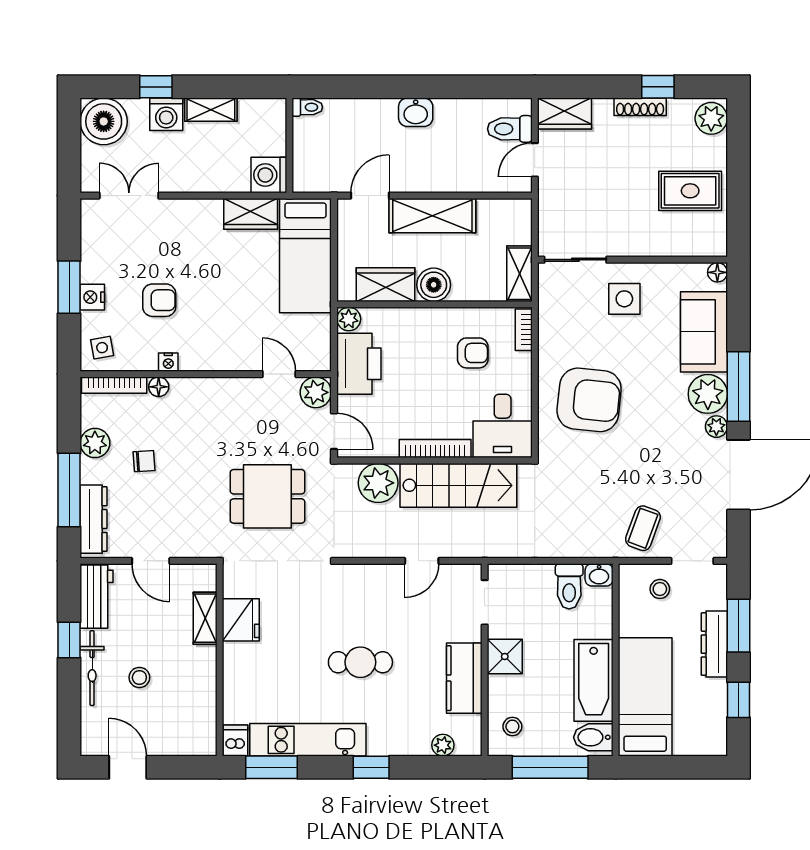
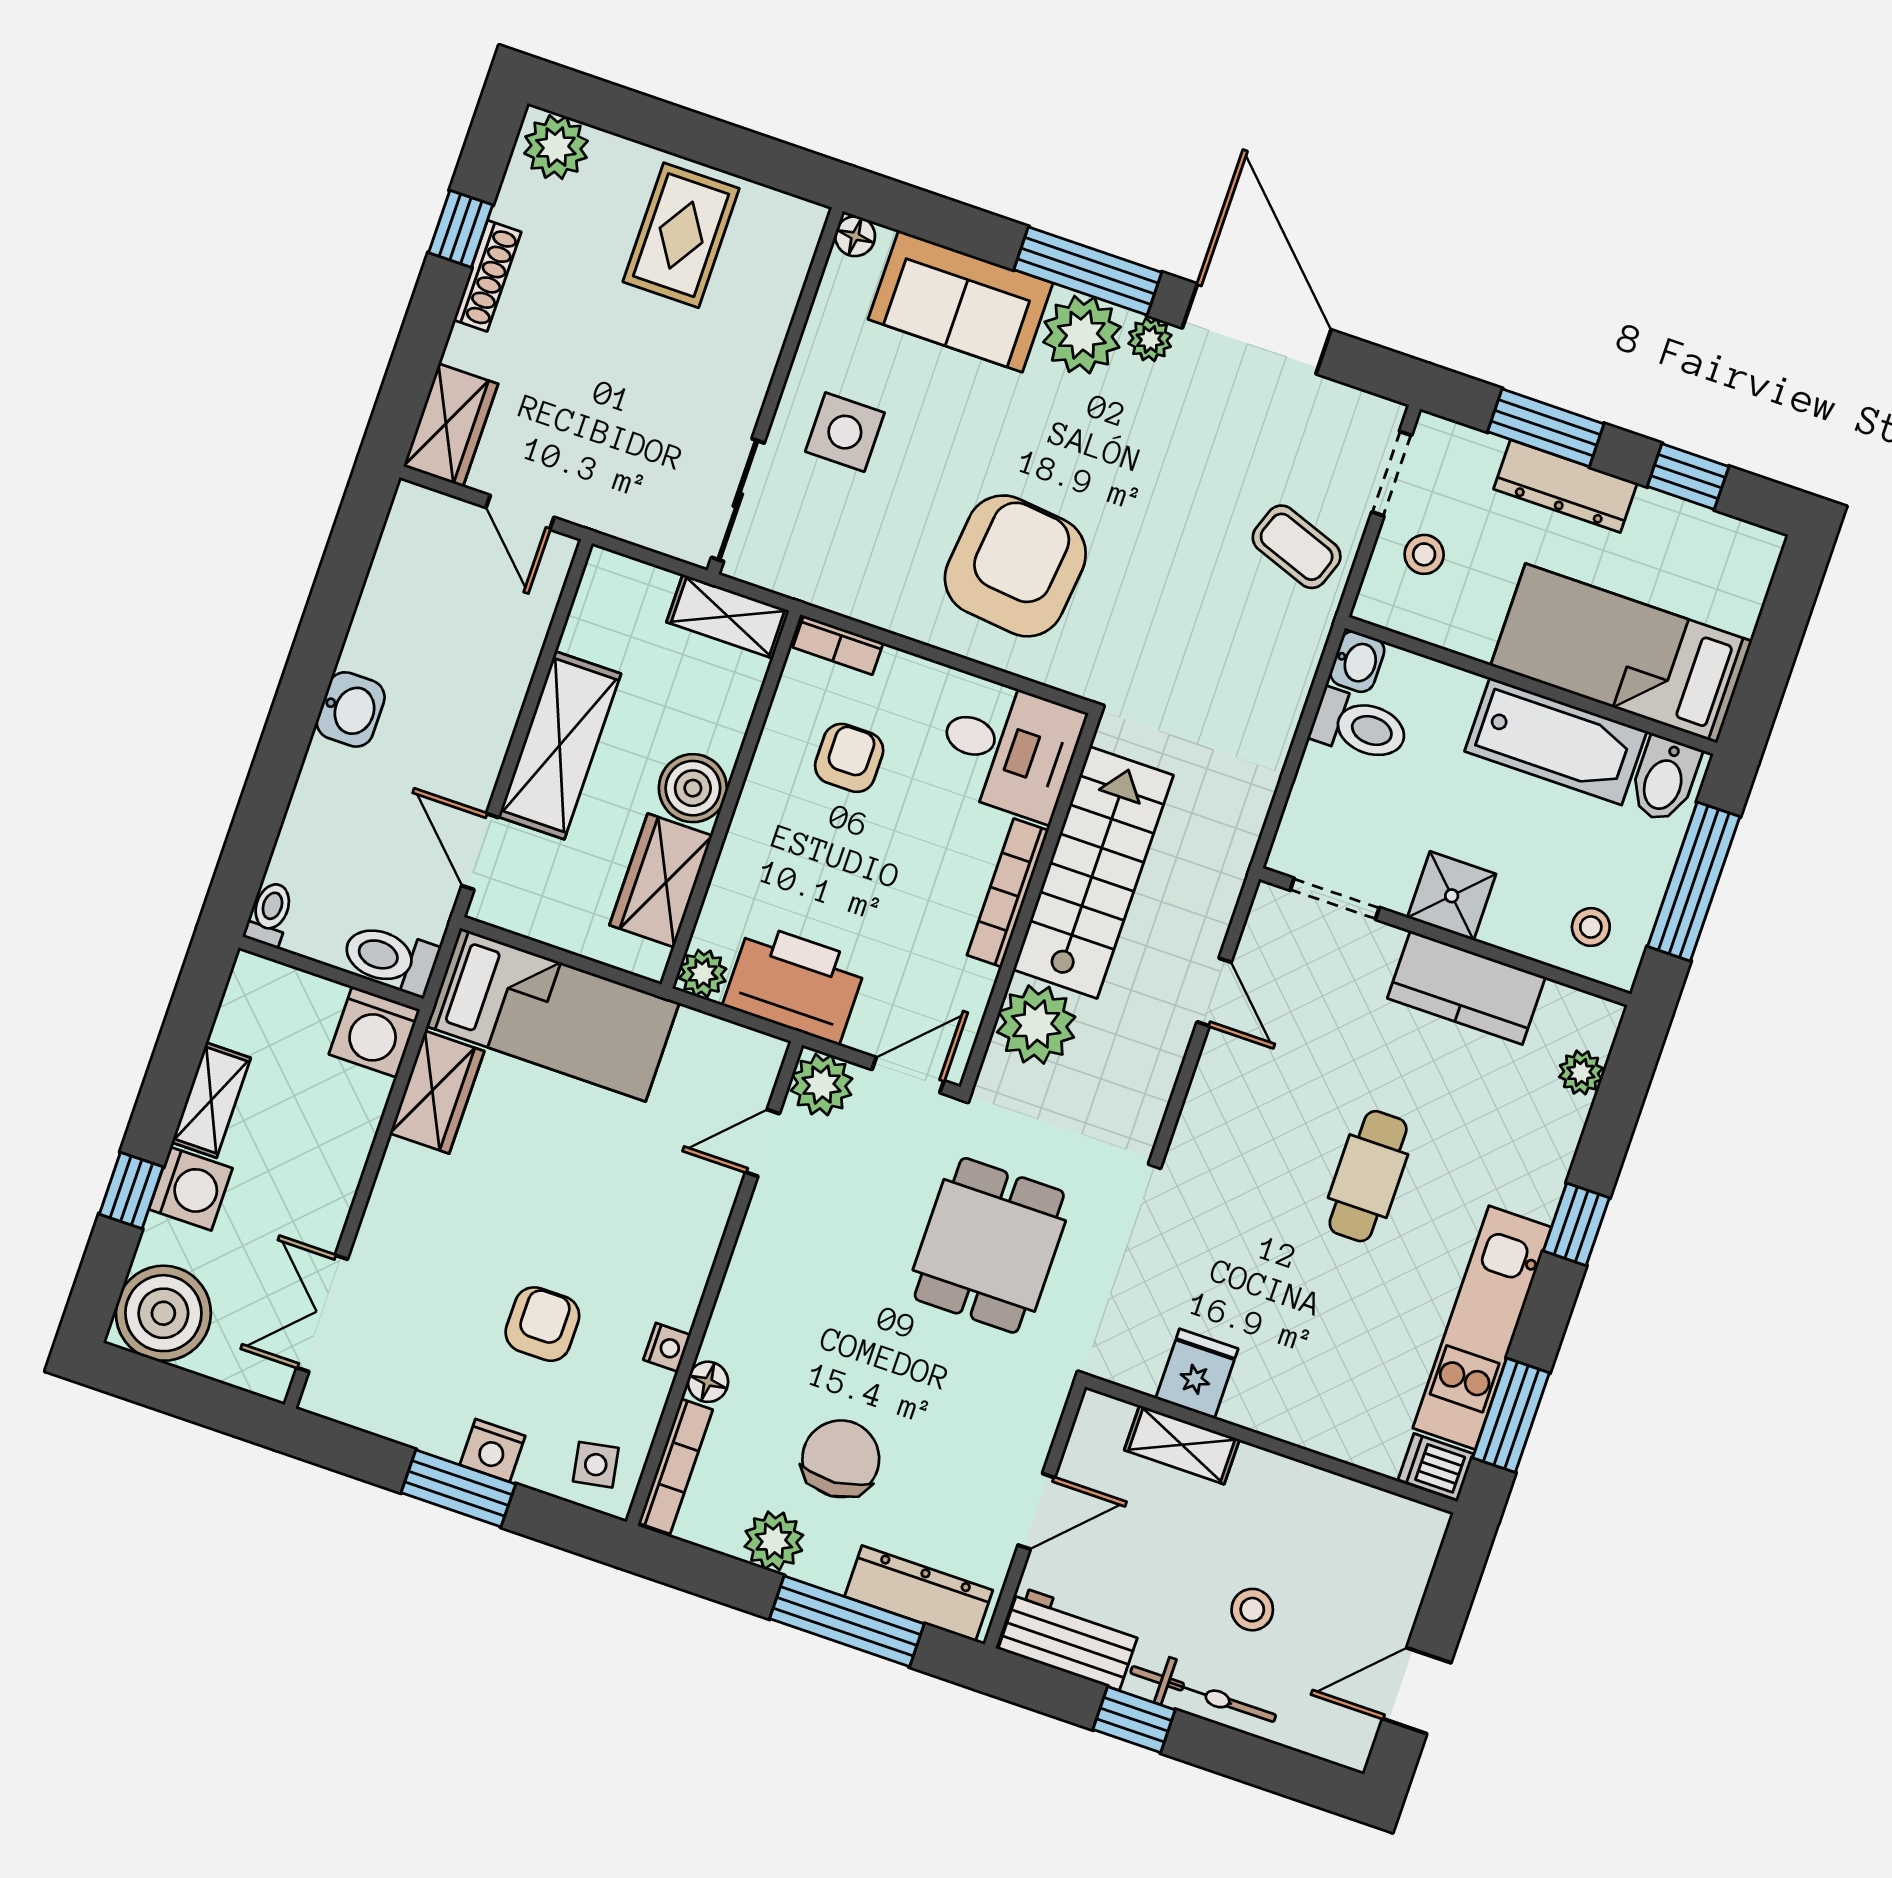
toilet: (510, 129) -> (390, 959), moved, turned 90
chair: (144, 461) -> (841, 1459), width x1.87, depth x1.87
fridge: (241, 620) -> (1197, 1374), width x0.72

